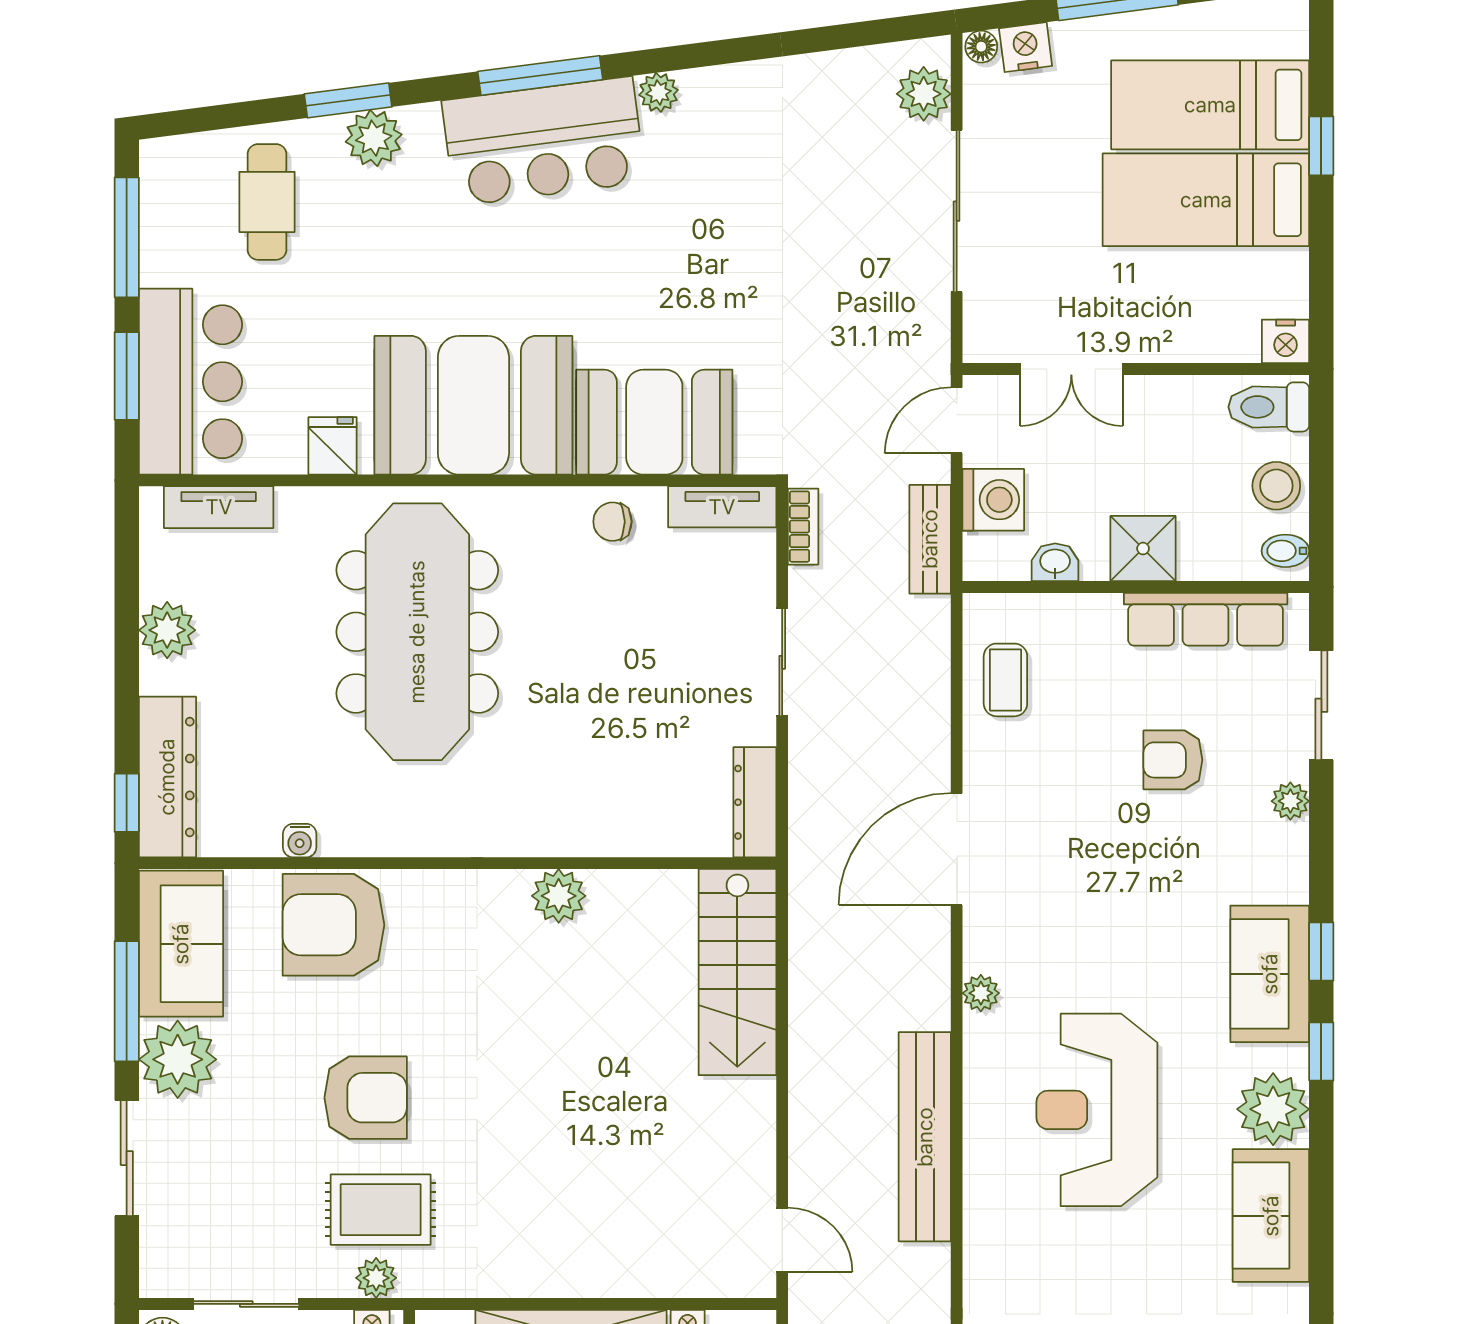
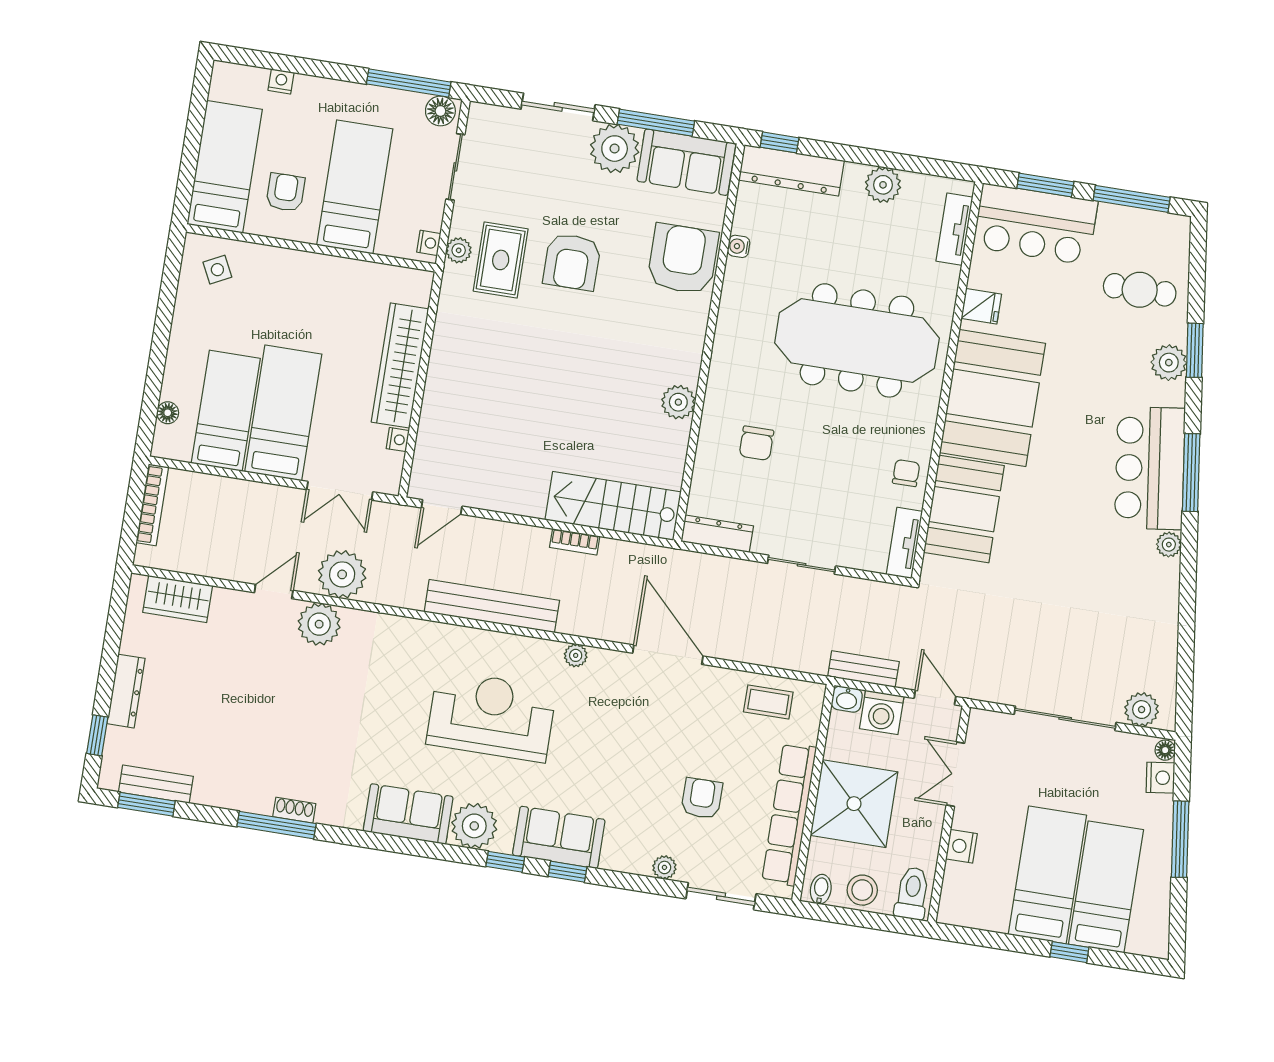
nightstand: (1286, 341) -> (962, 846), moved
bookcase: (803, 527) -> (575, 542), moved
shower: (1143, 549) -> (854, 804), width x1.86, depth x1.86
washbasin: (1055, 562) -> (847, 699), moved, turned 90
row of seats: (1206, 619) -> (789, 814), width x1.36
chair: (603, 763) -> (756, 443), added

